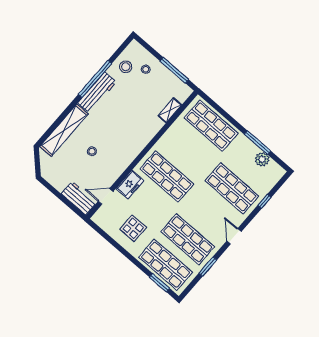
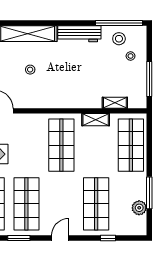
window: (95, 79) -> (119, 23), moved
shelving: (170, 135) -> (96, 120), added
freezer: (130, 185) -> (30, 122), removed

